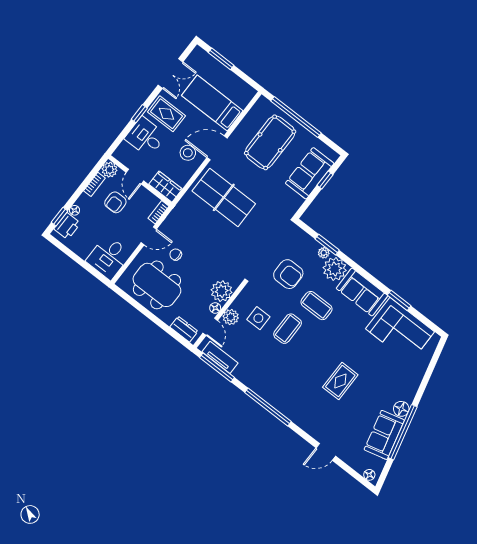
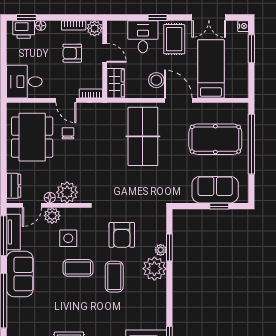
nightstand: (198, 52) -> (243, 26), added
door: (135, 177) -> (105, 53), swing flipped
sofa: (362, 292) -> (20, 274), moved, turned 180

